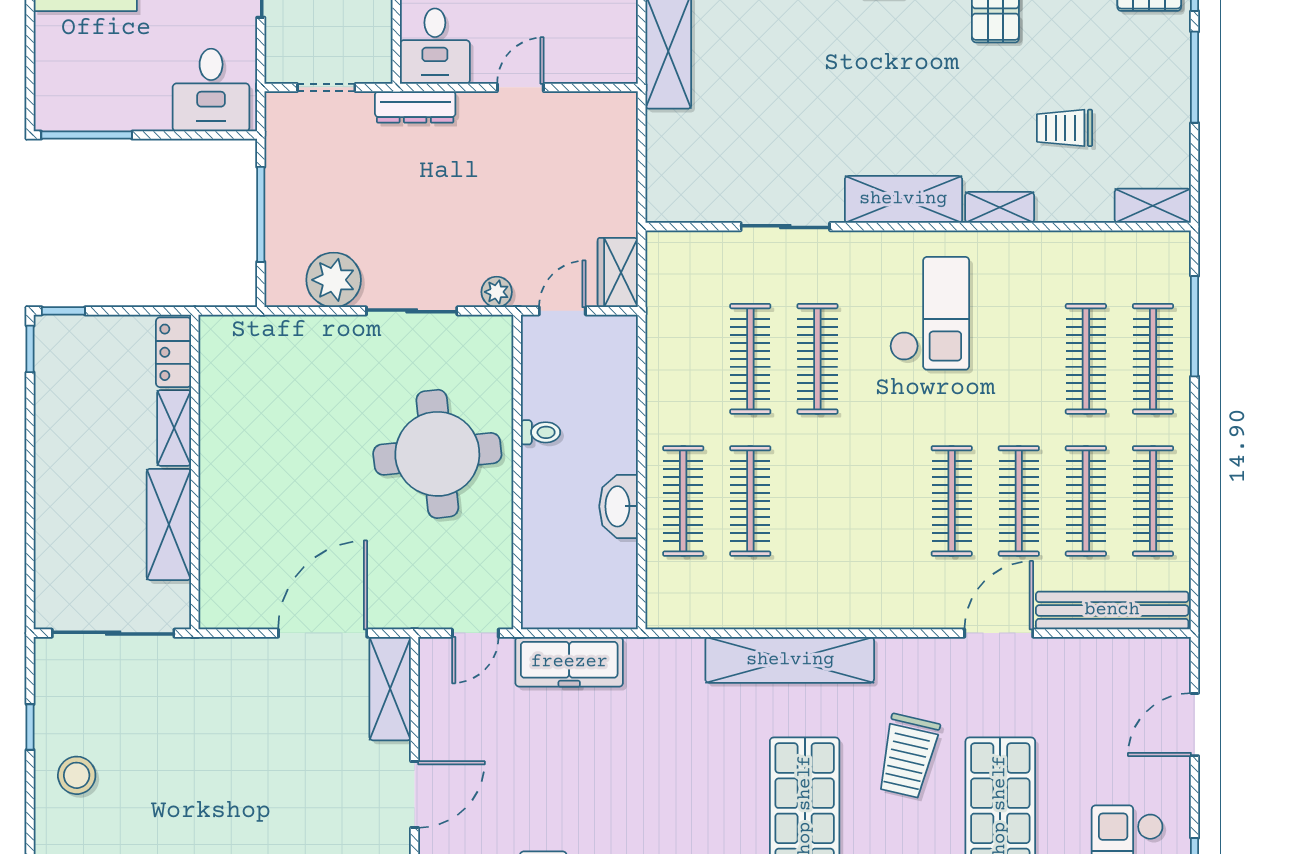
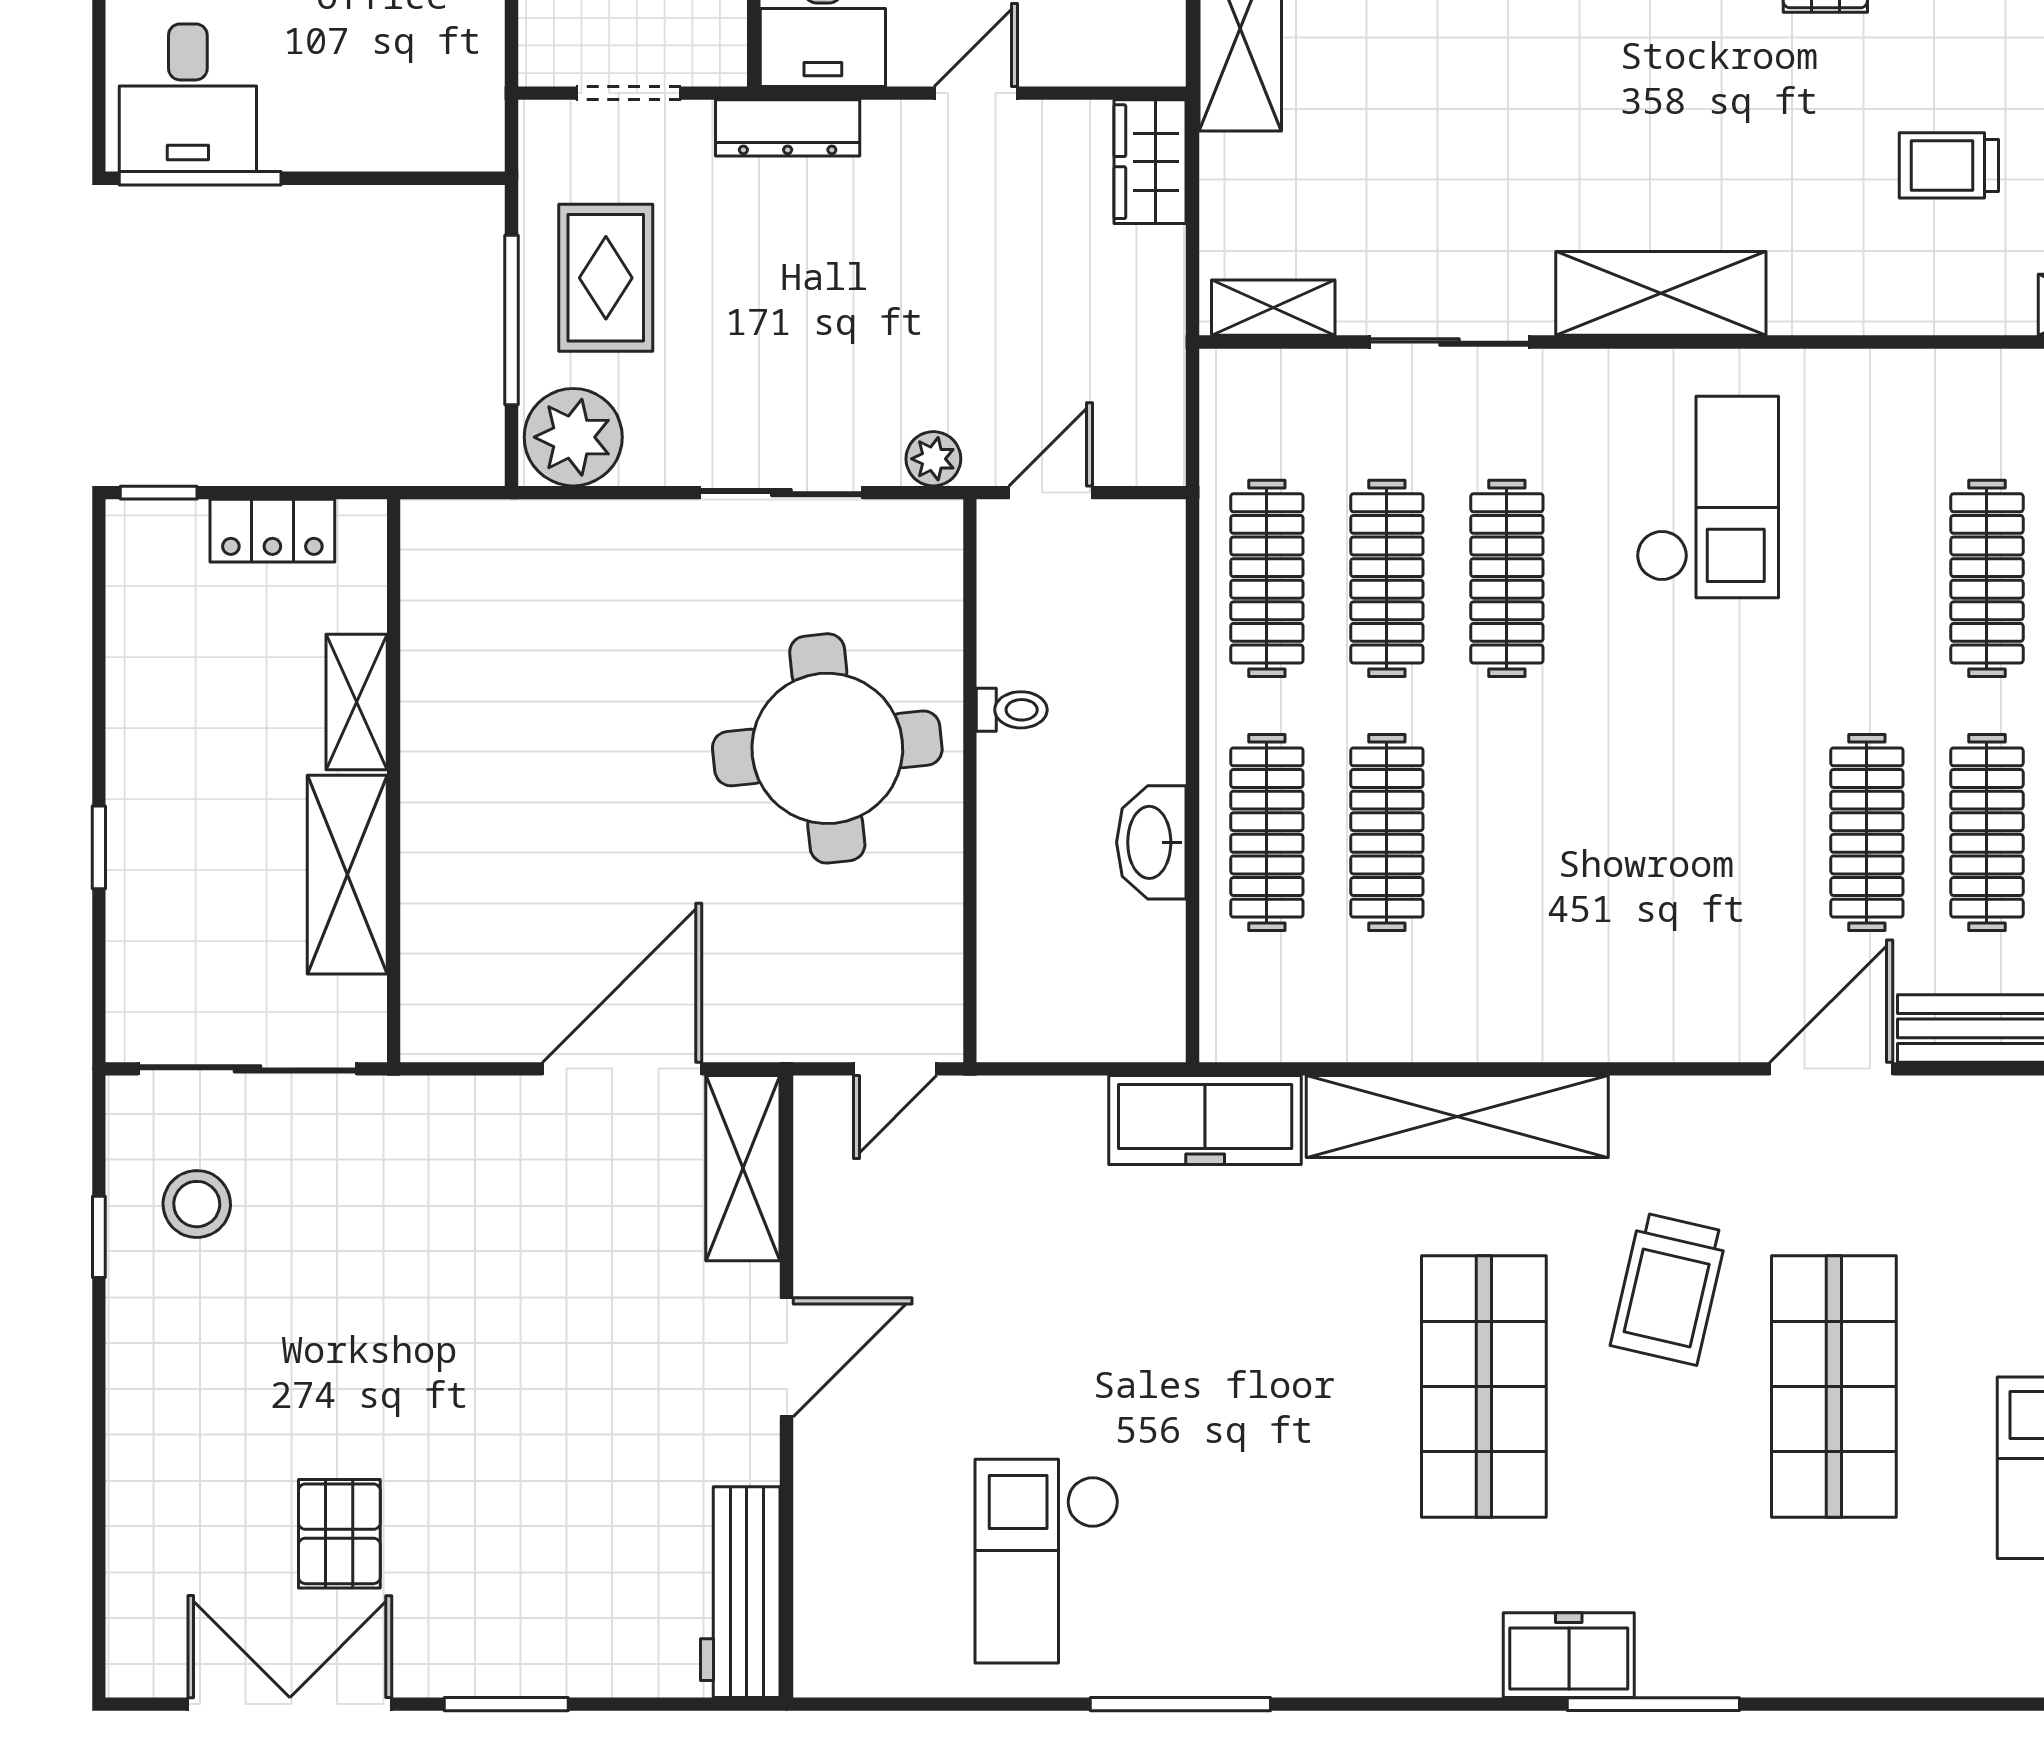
desk: (211, 90) -> (188, 98), moved
rug: (313, 191) -> (606, 278), added
shelving: (1000, 207) -> (1273, 308), moved
wardrobe: (618, 273) -> (1150, 162), moved
plant: (334, 280) -> (573, 437), moved
window: (30, 349) -> (99, 847), moved
locker: (174, 352) -> (272, 531), moved, turned -90
clothes rail: (952, 501) -> (1267, 578), moved
freezer: (569, 662) -> (1205, 1120), moved
stool: (77, 775) -> (197, 1204), moved

